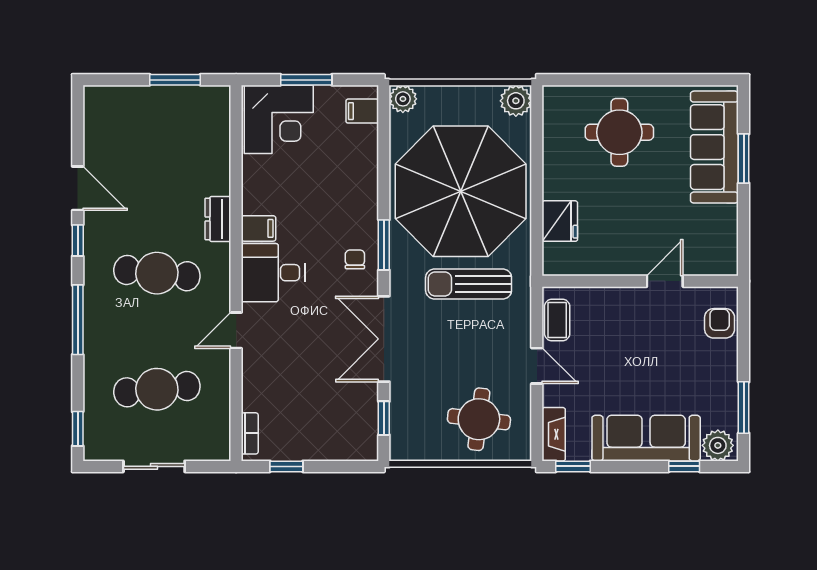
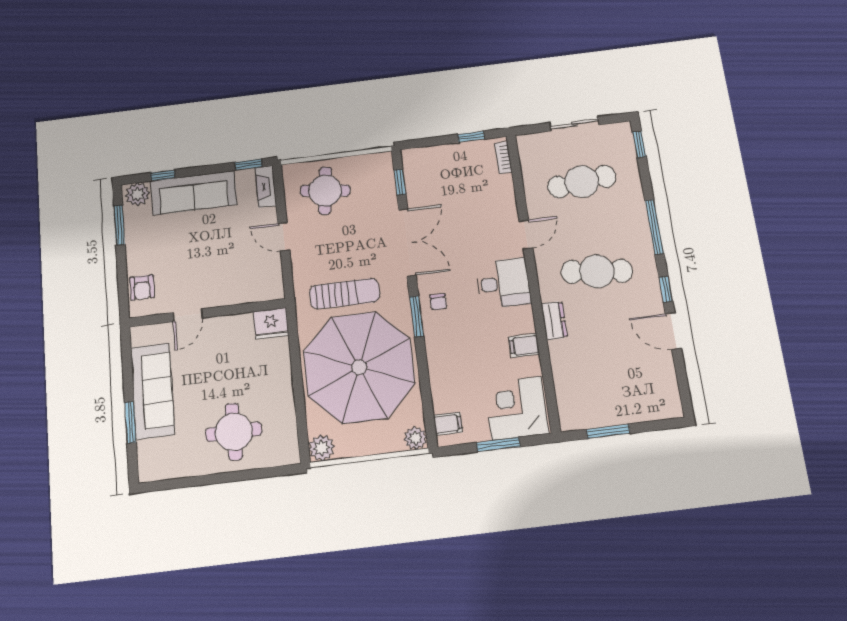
sofa: (714, 147) -> (152, 391), moved
fridge: (560, 221) -> (271, 323), moved, turned -90
filing cabinet: (259, 228) -> (524, 345), moved
coffee table: (557, 320) -> (271, 274), removed

